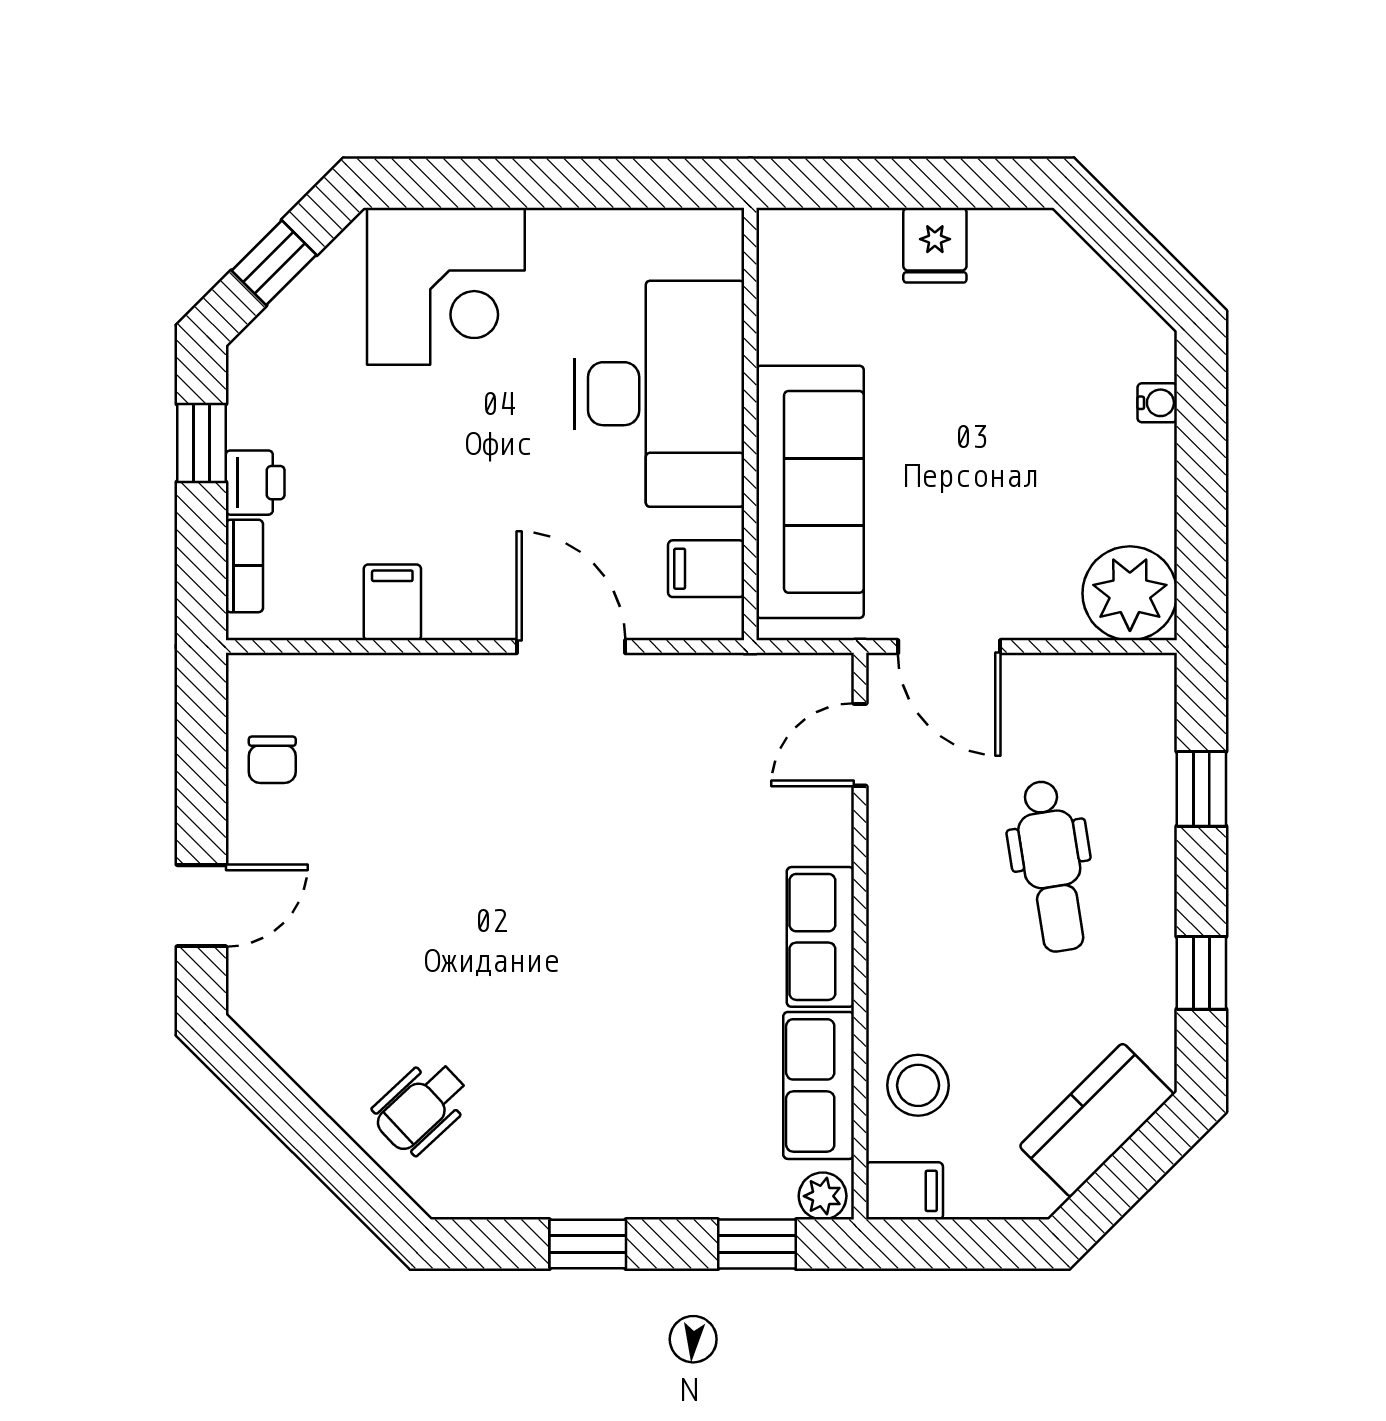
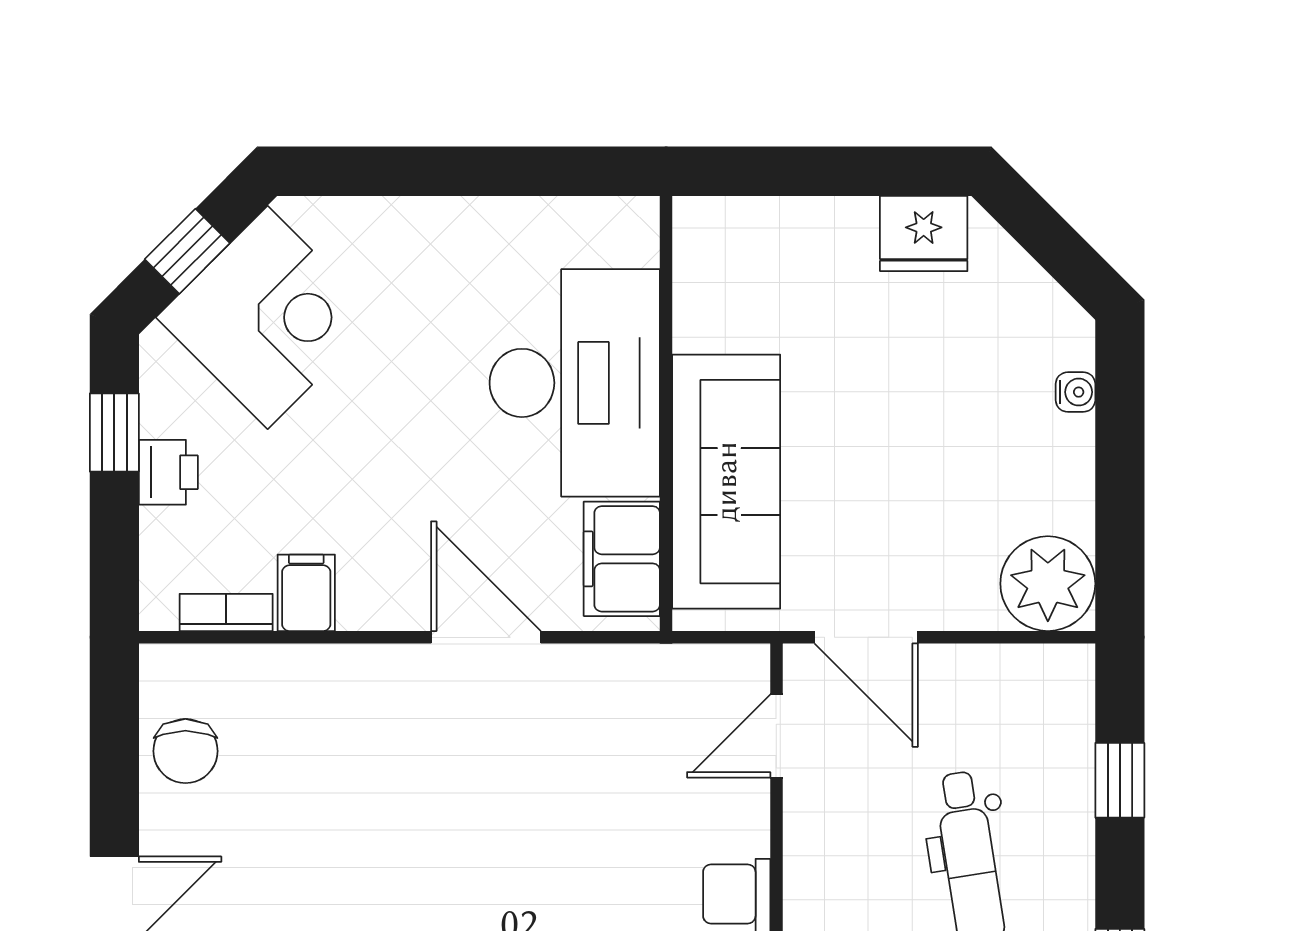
fridge: (935, 245) -> (924, 233), moved, width x1.38
corner desk: (446, 286) -> (268, 317), moved, turned -45
bookcase: (244, 566) -> (226, 612), moved, turned -90
filing cabinet: (706, 569) -> (622, 559), width x2.00
chair: (272, 760) -> (185, 751), width x1.37, depth x1.37

